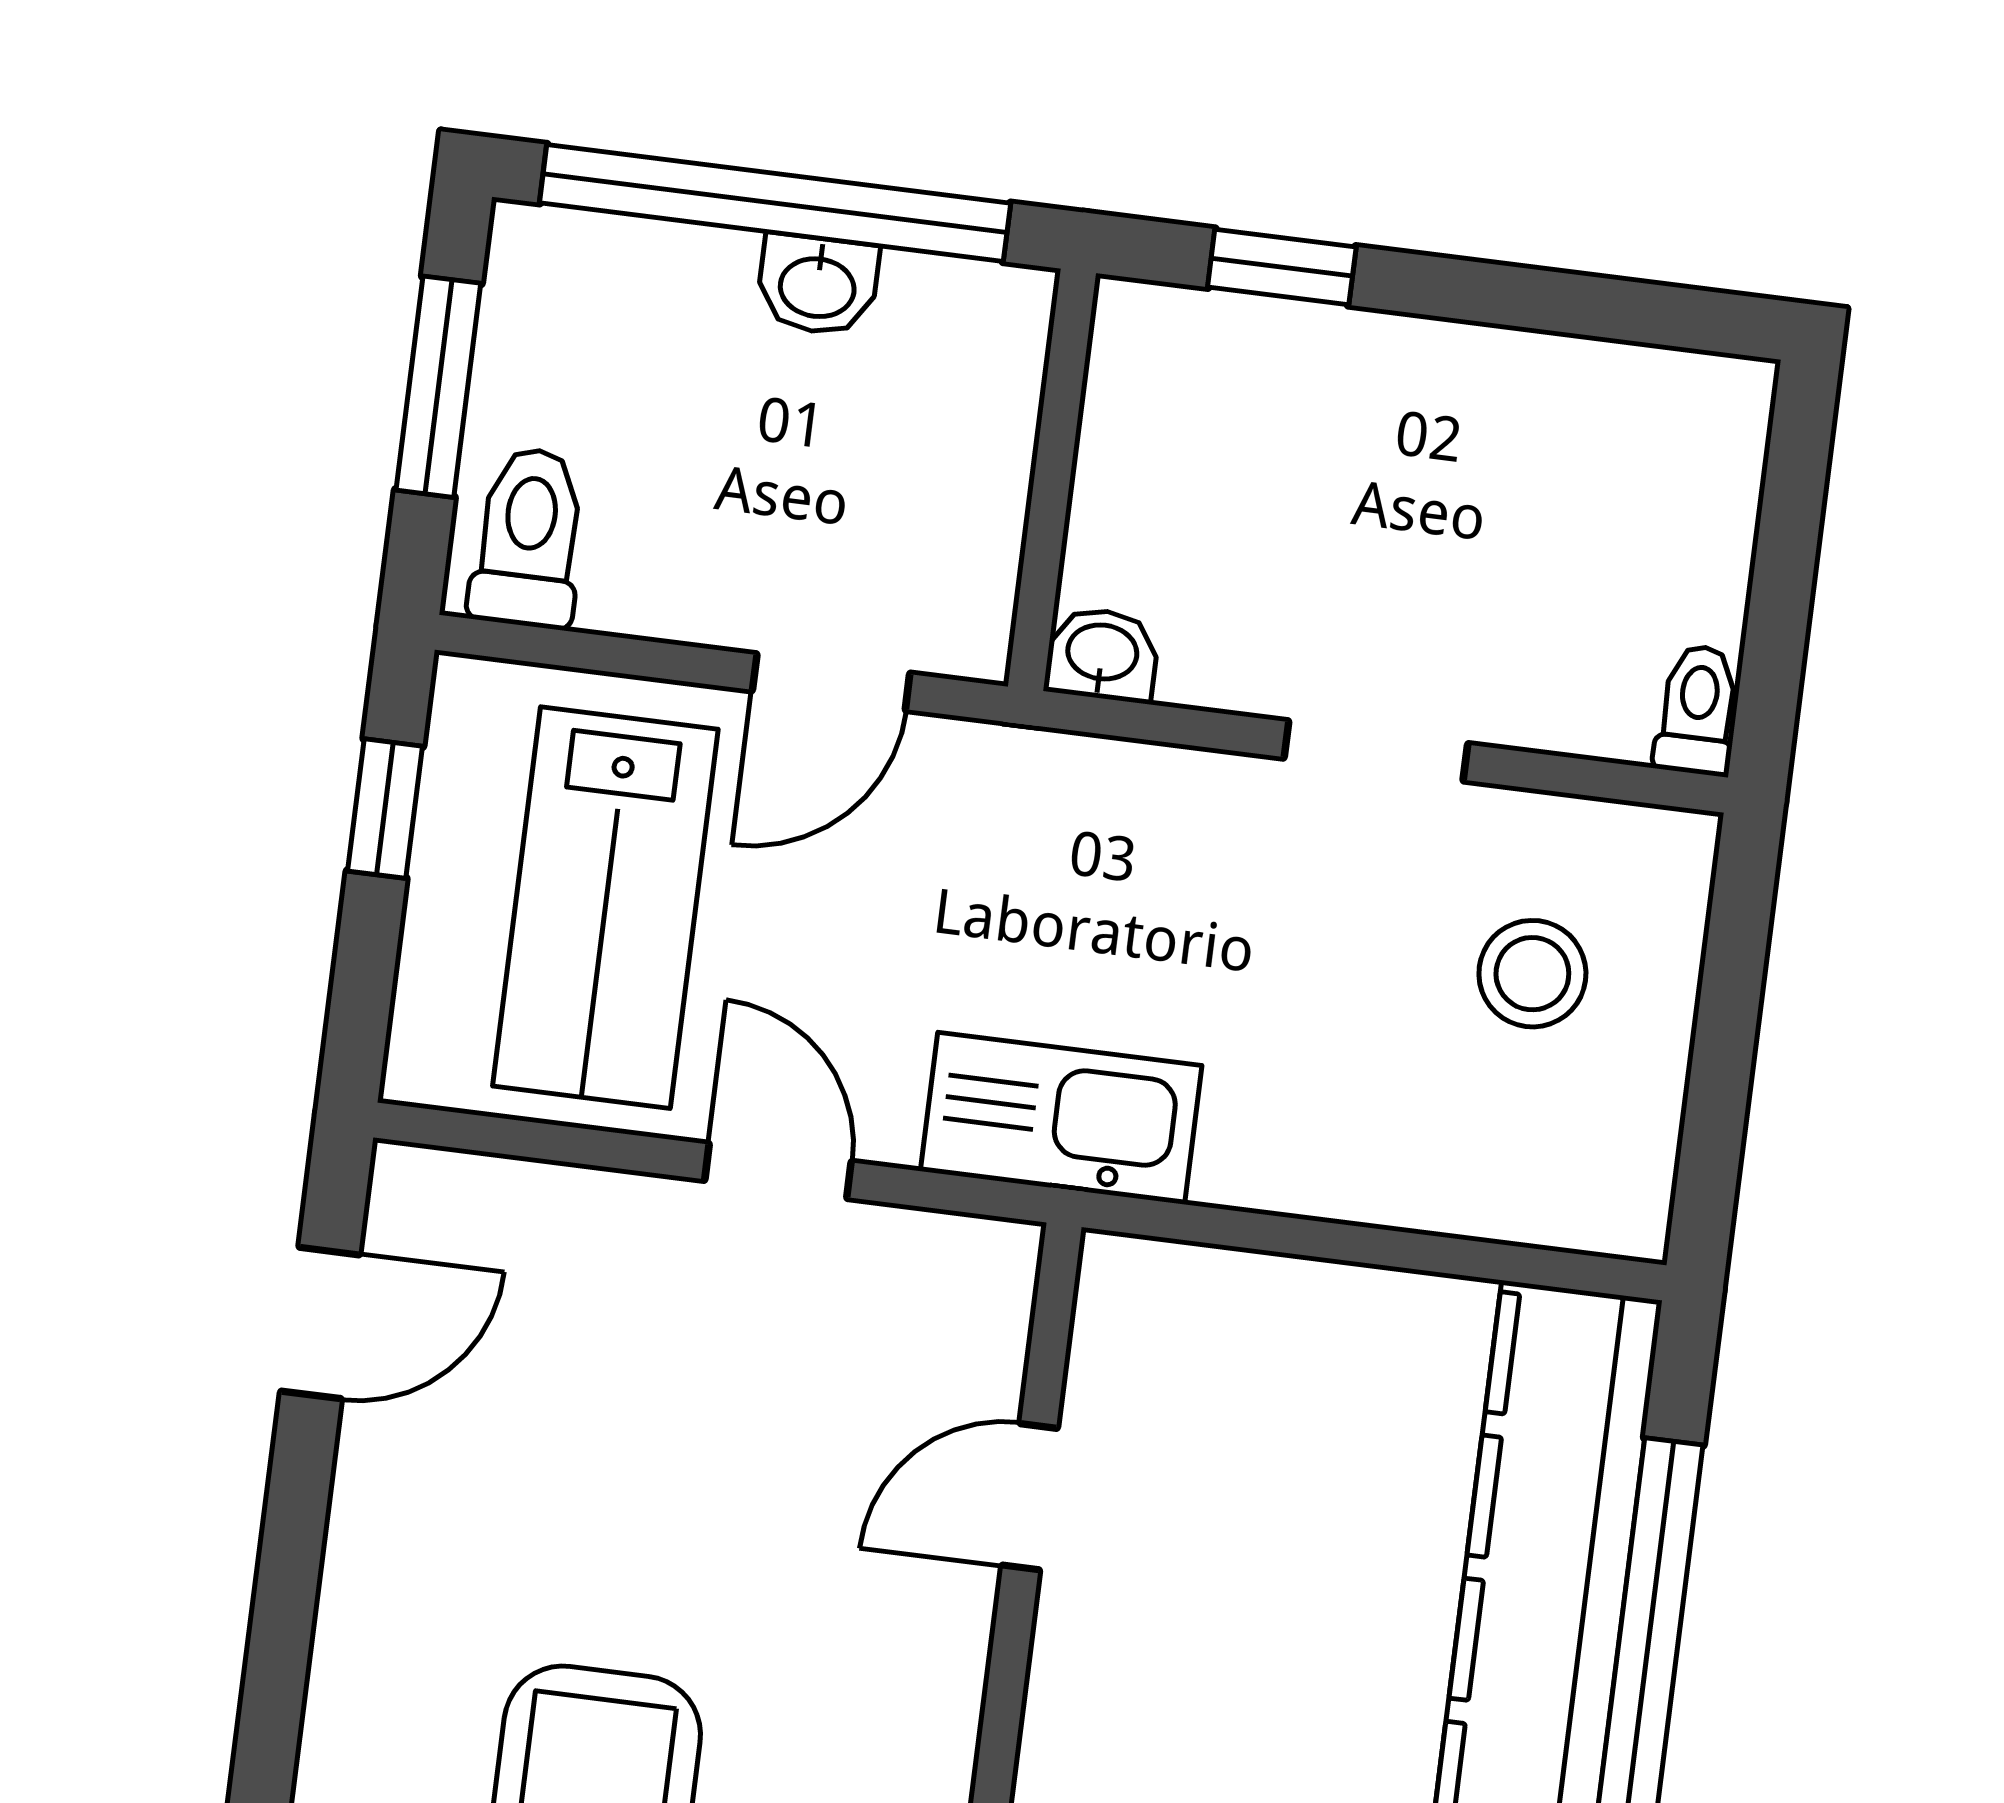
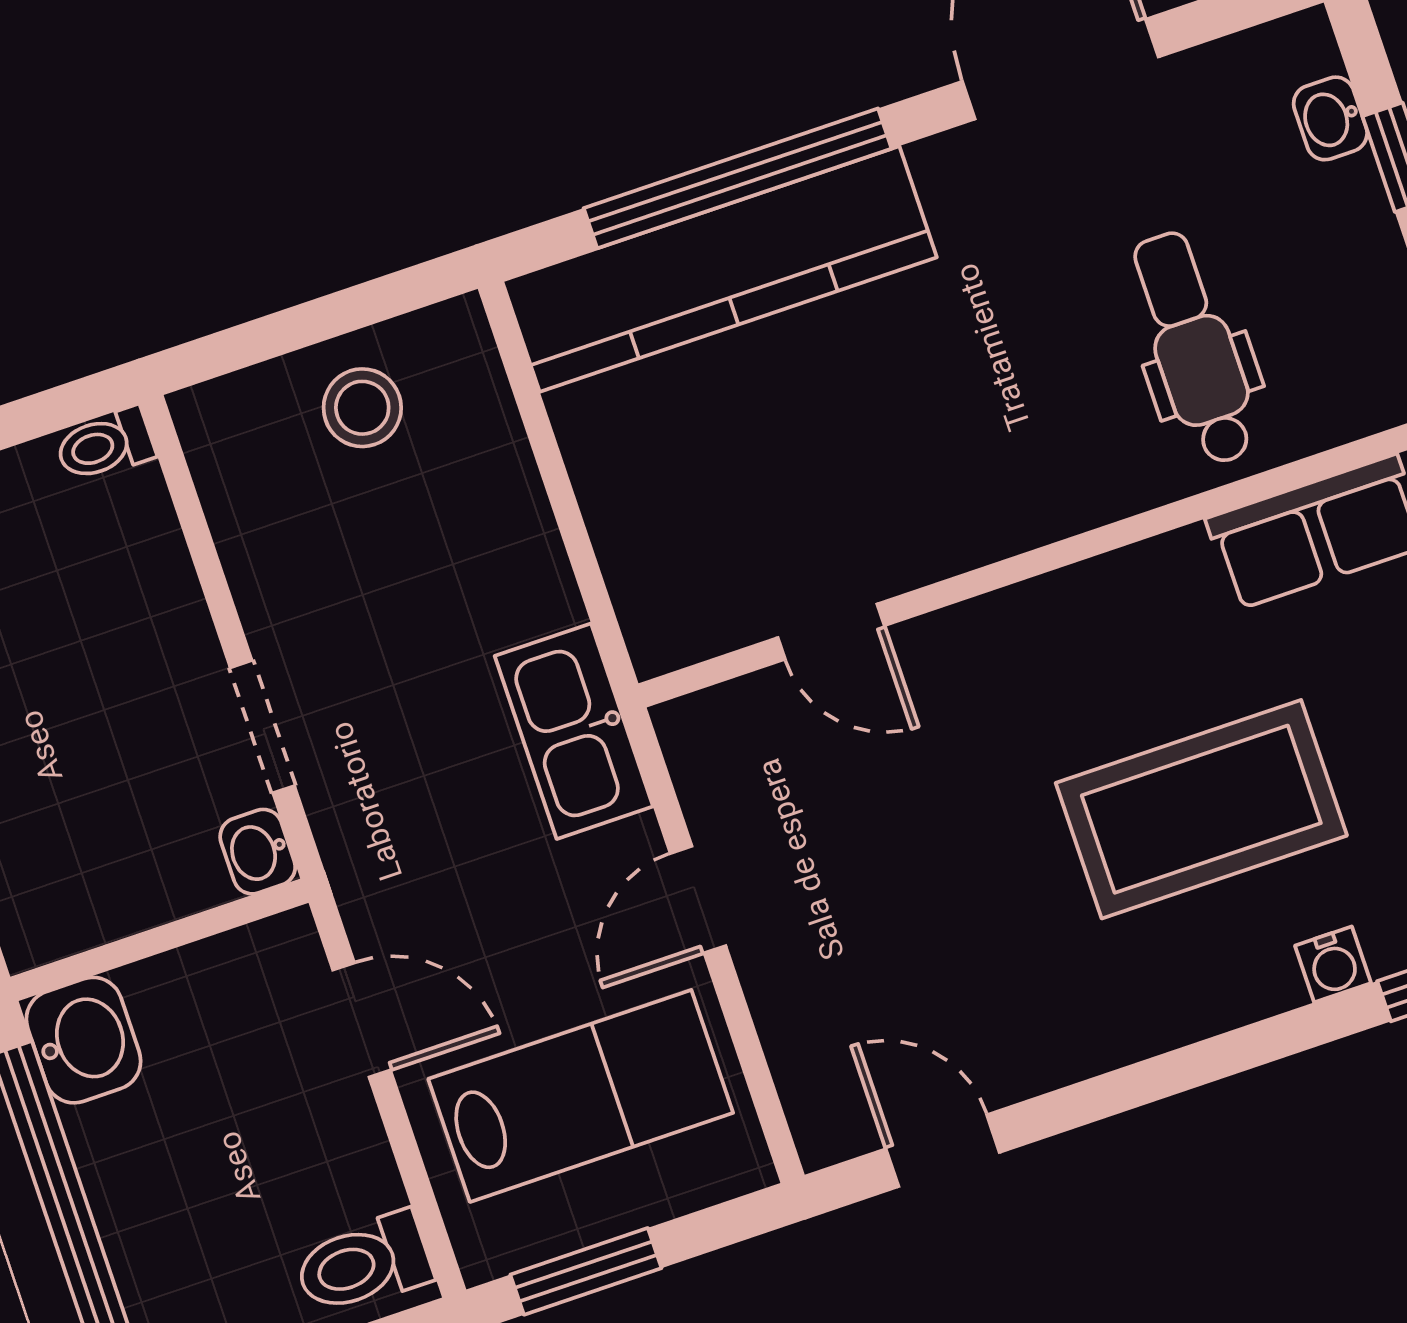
washbasin: (818, 285) -> (83, 1040), moved, width x1.38, depth x1.45
doorway: (1376, 751) -> (262, 727), moved
window: (385, 809) -> (586, 1271), width x1.50
stool: (1532, 974) -> (362, 408), moved

